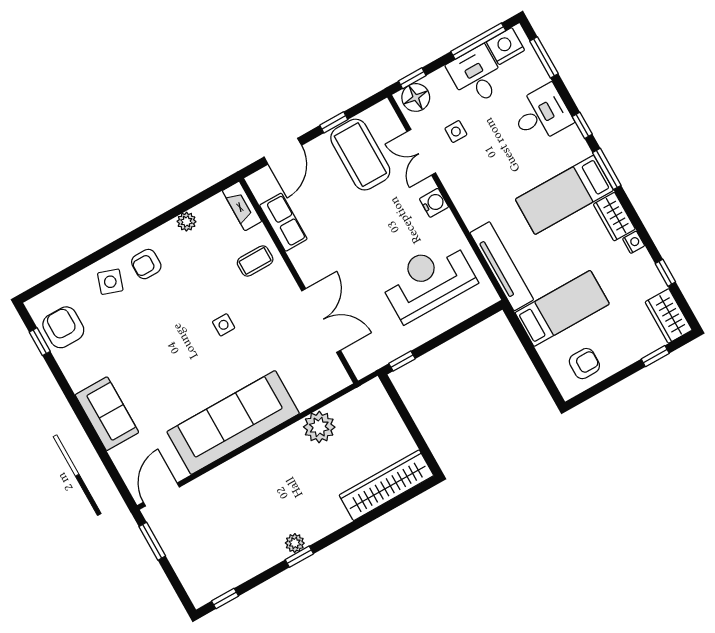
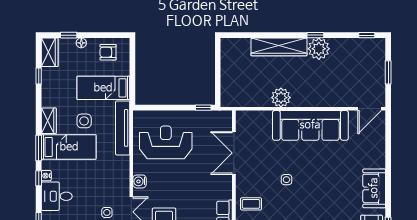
nightstand: (634, 242) -> (46, 176), moved
side table: (563, 245) -> (84, 121), added
reception desk: (428, 281) -> (166, 142), turned 180
floor lamp: (631, 355) -> (81, 43), added
sofa: (107, 414) -> (374, 188), moved
plant: (319, 427) -> (281, 98), moved
wardrobe: (386, 485) -> (279, 47), moved
window: (152, 541) -> (388, 72), moved
plant: (295, 543) -> (319, 49), width x1.88, depth x1.88

